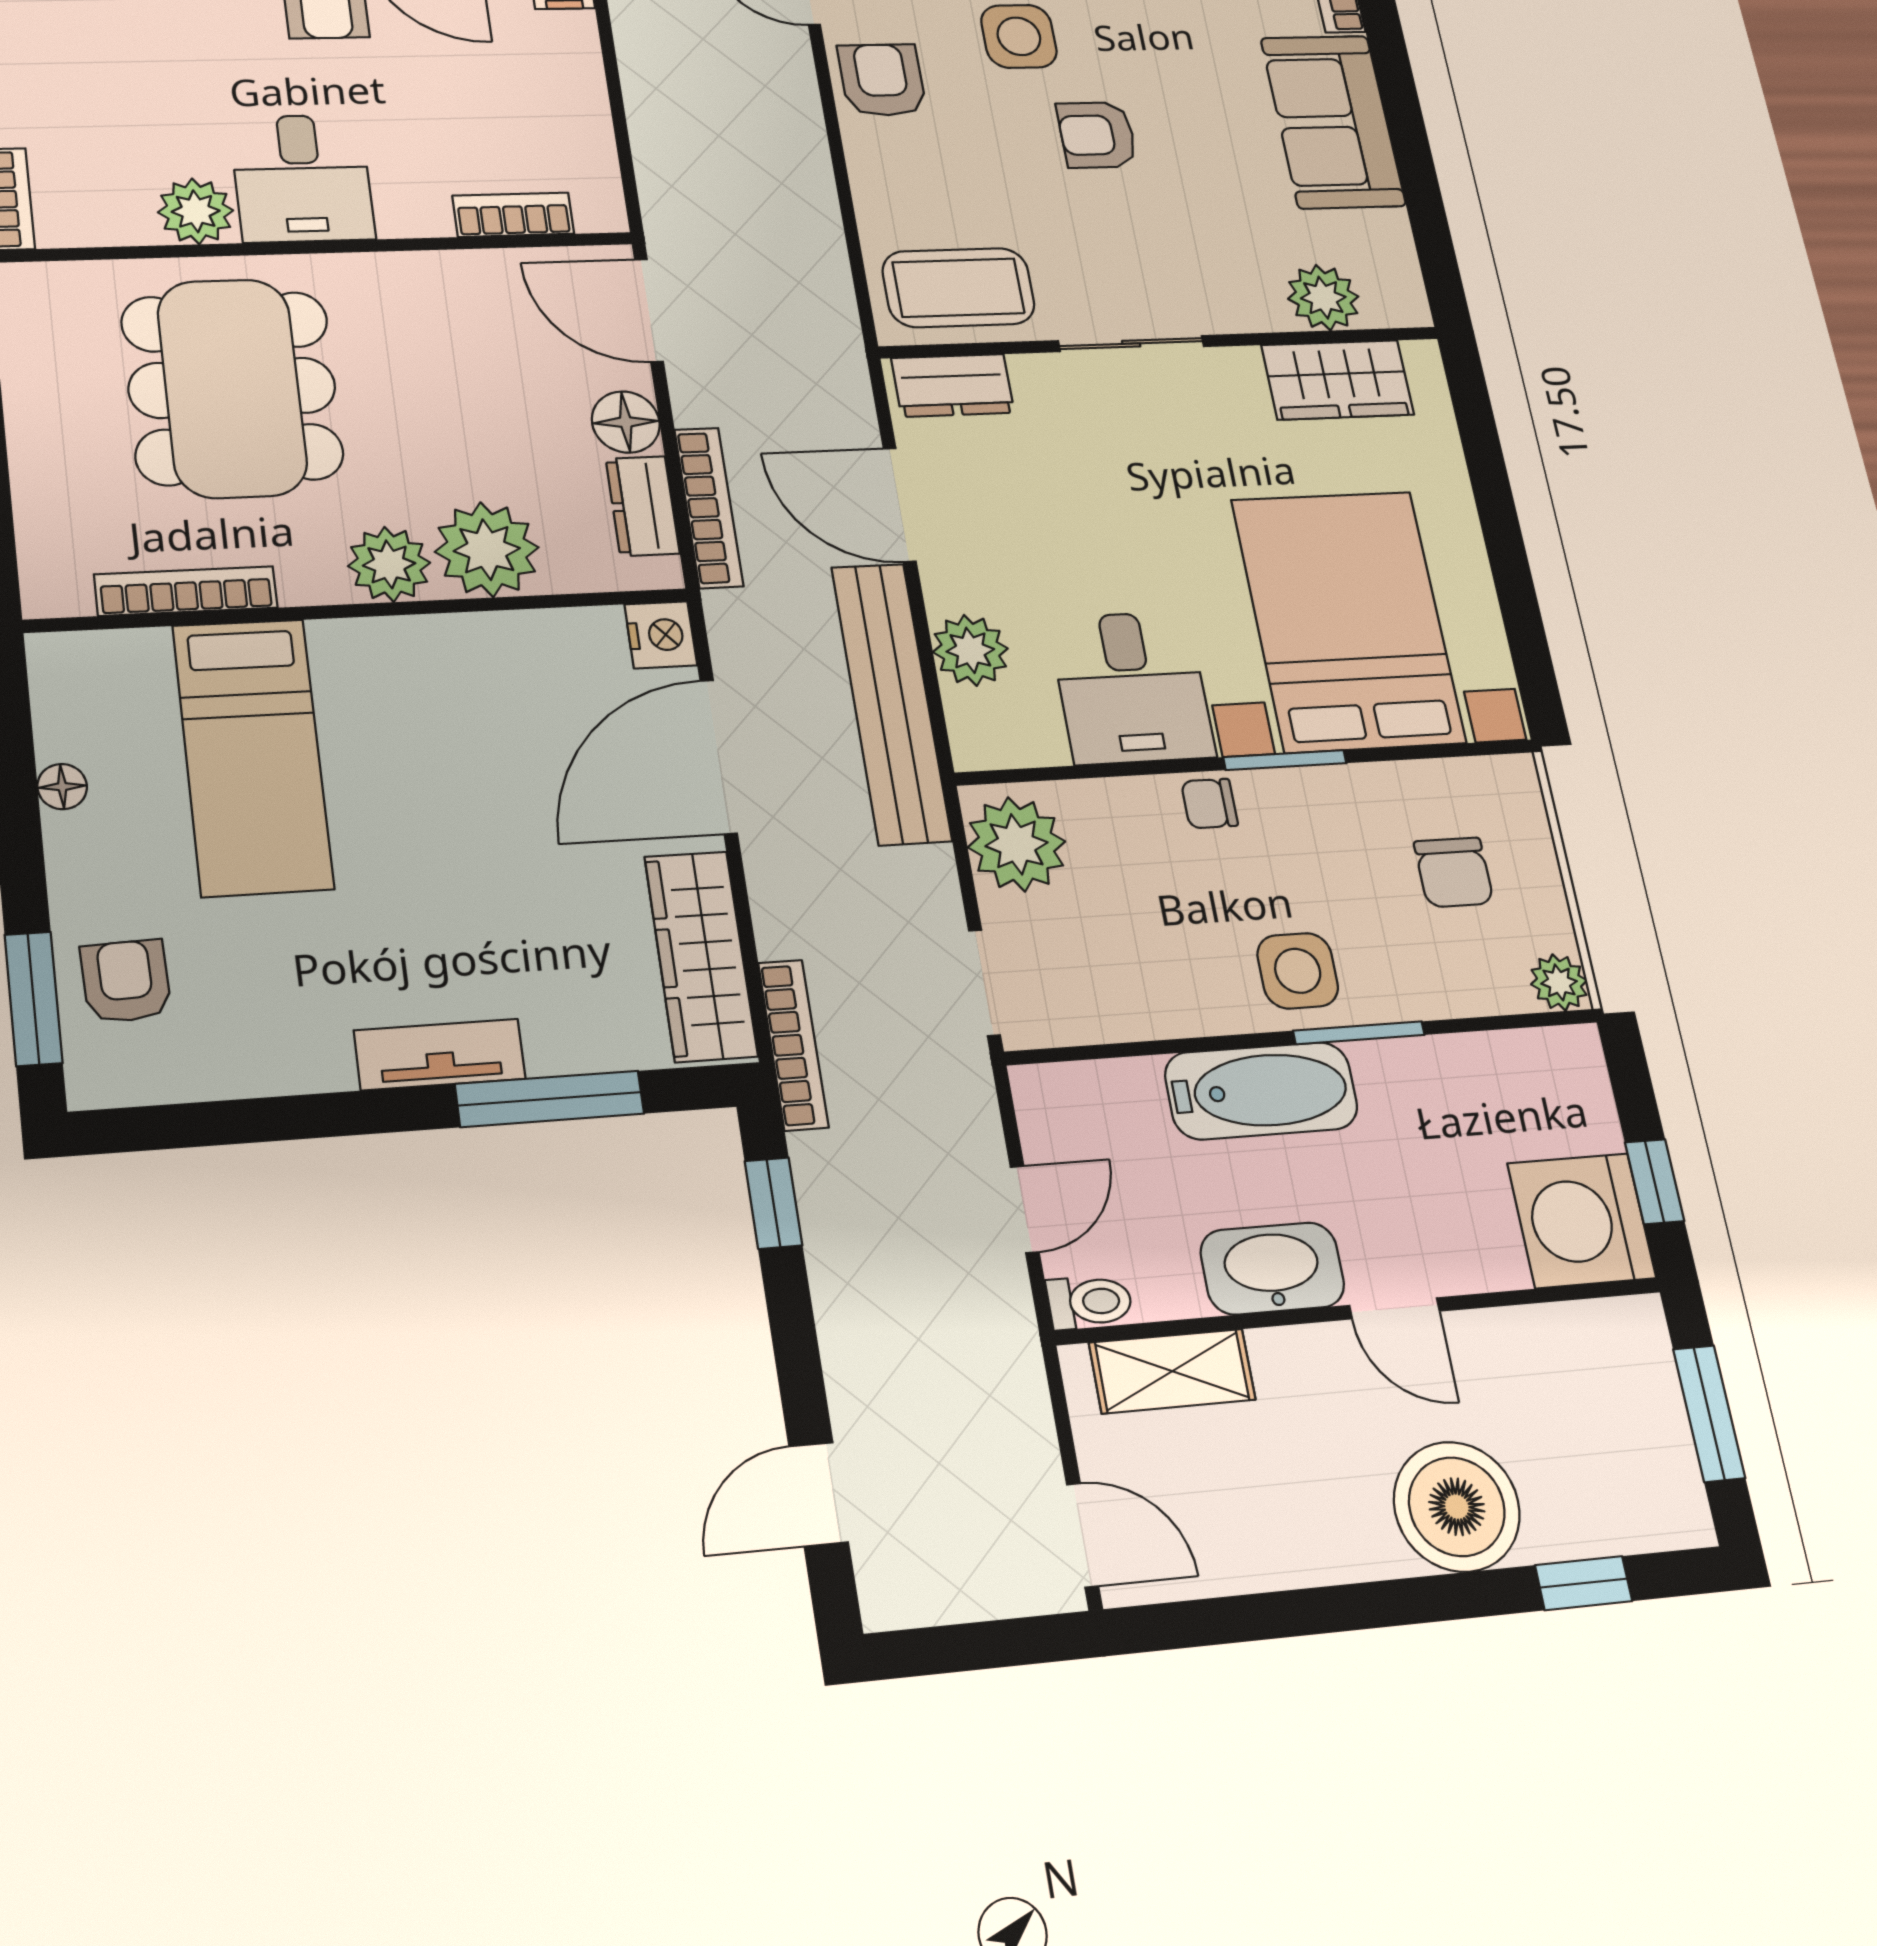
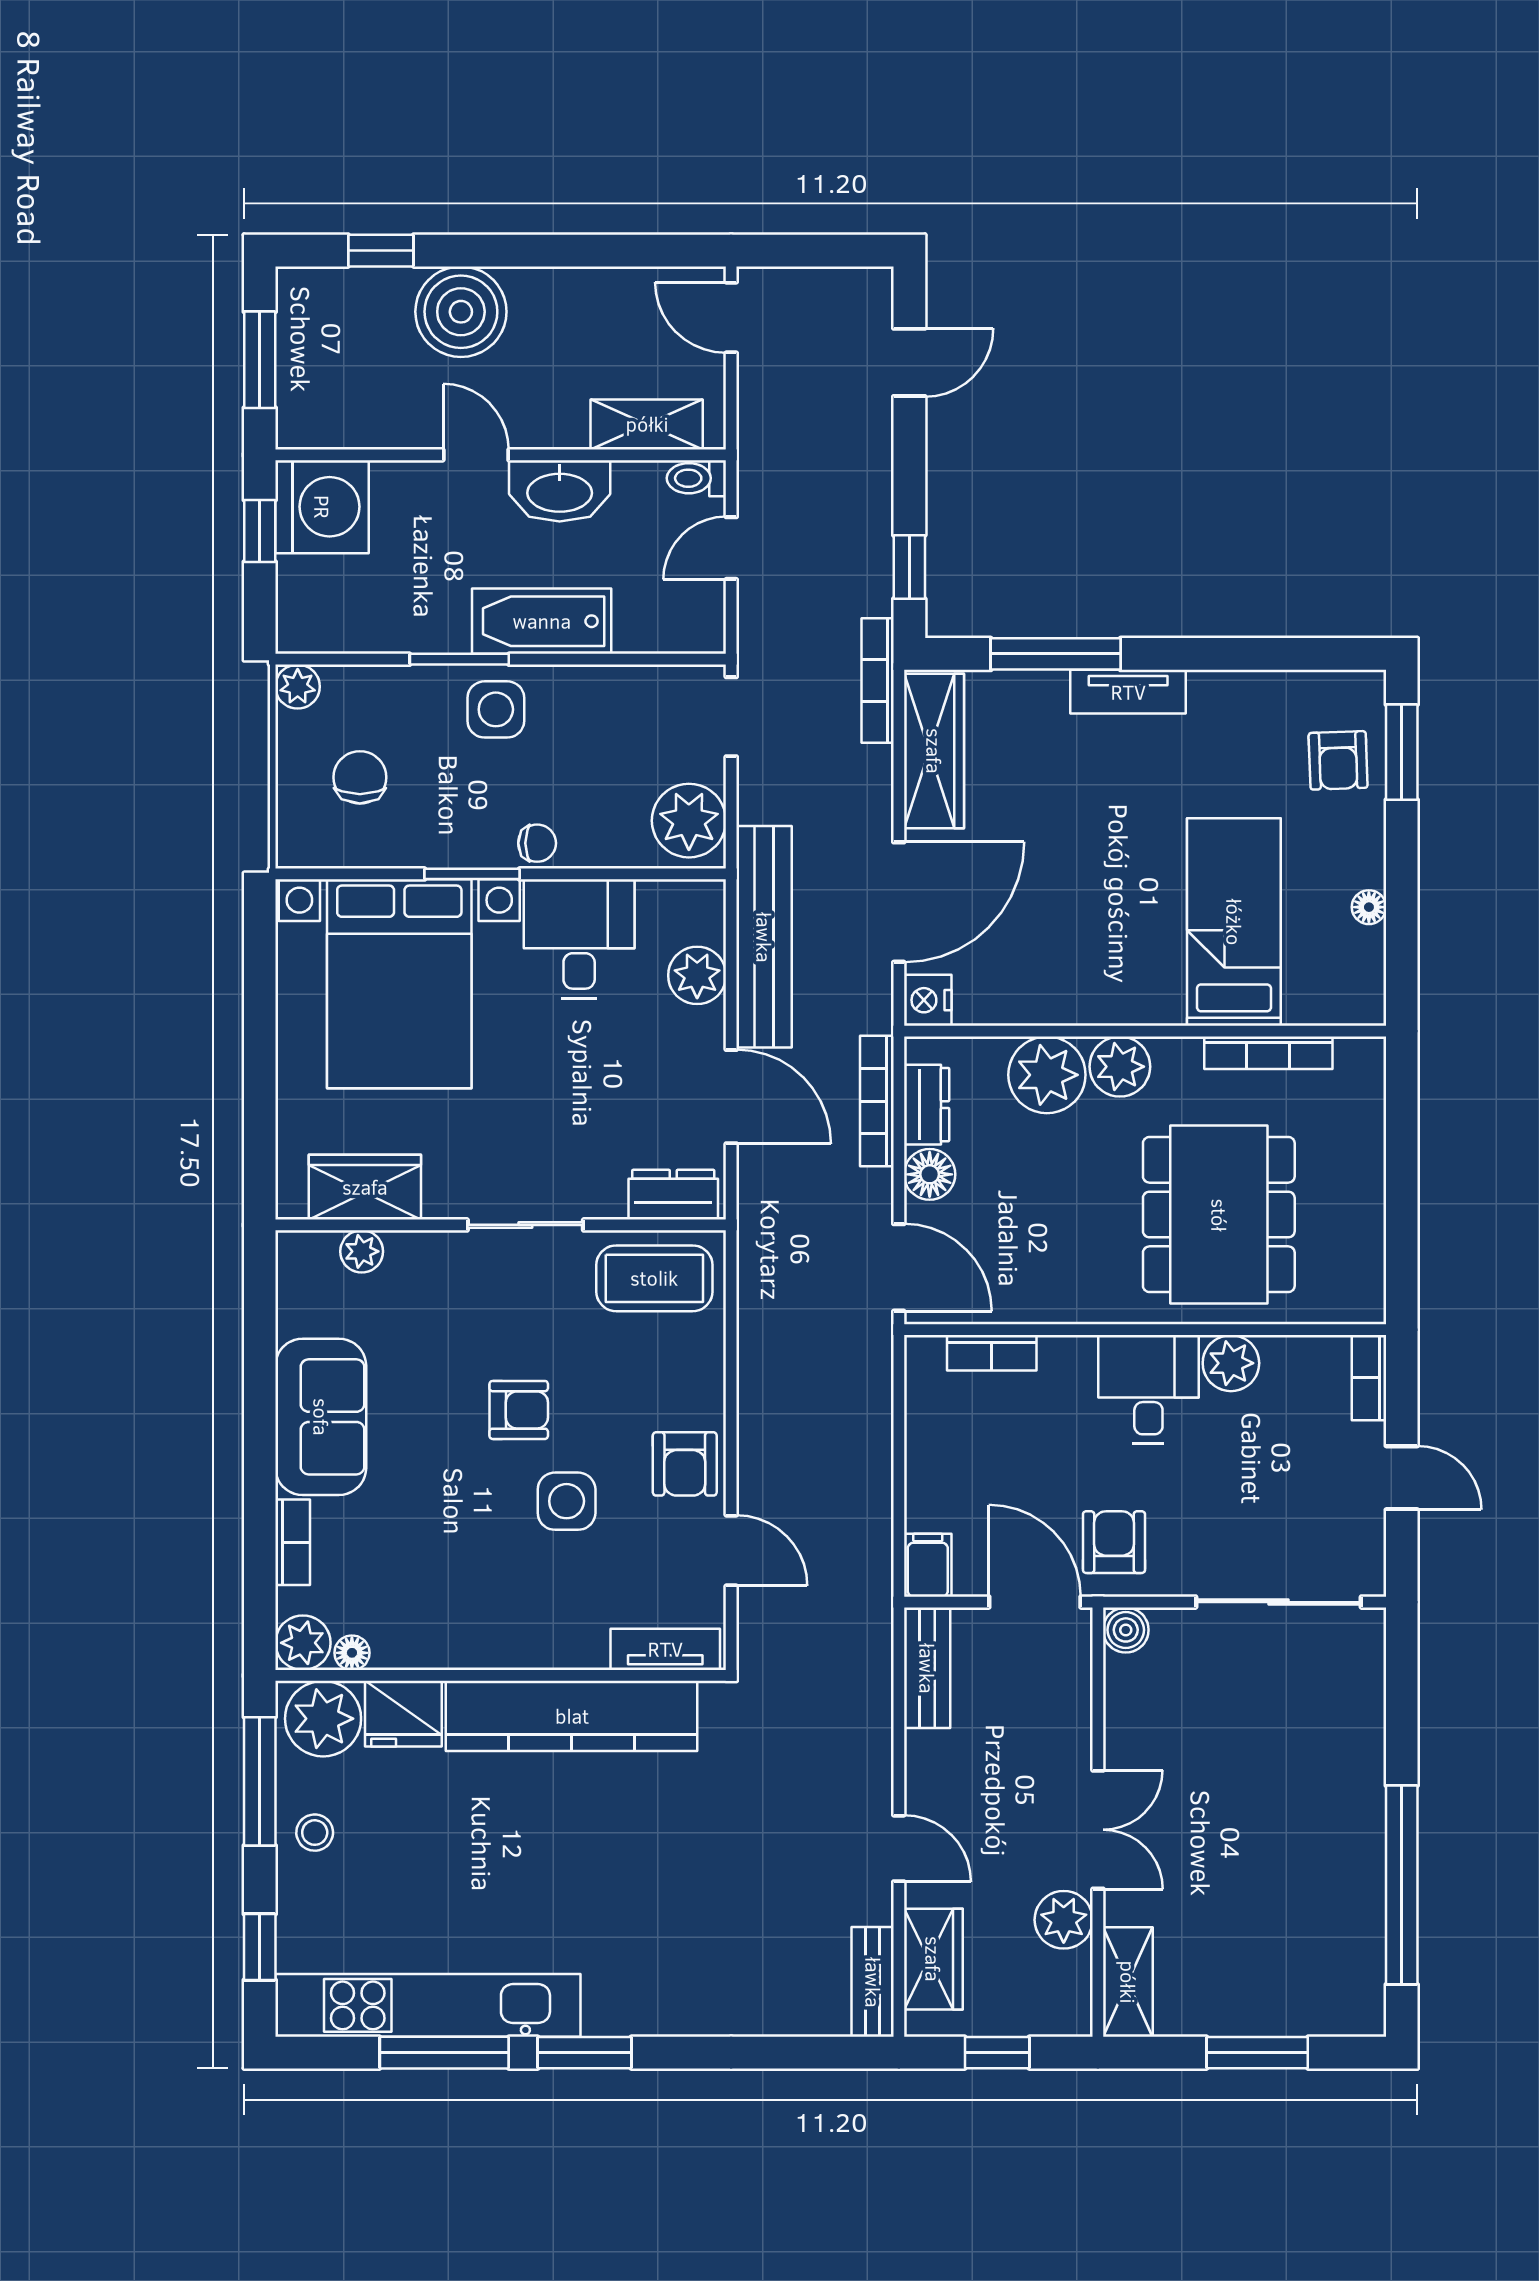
plant: (1323, 298) -> (362, 1251), width x0.73, depth x0.73

